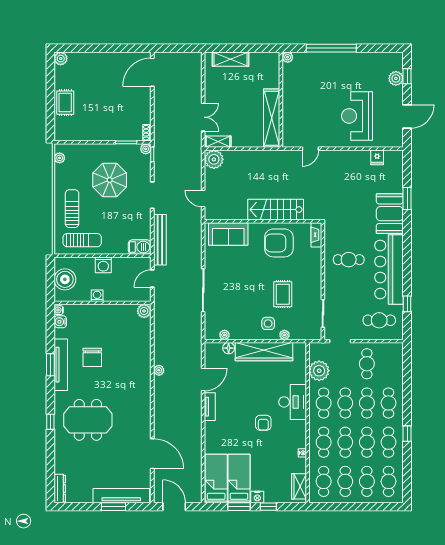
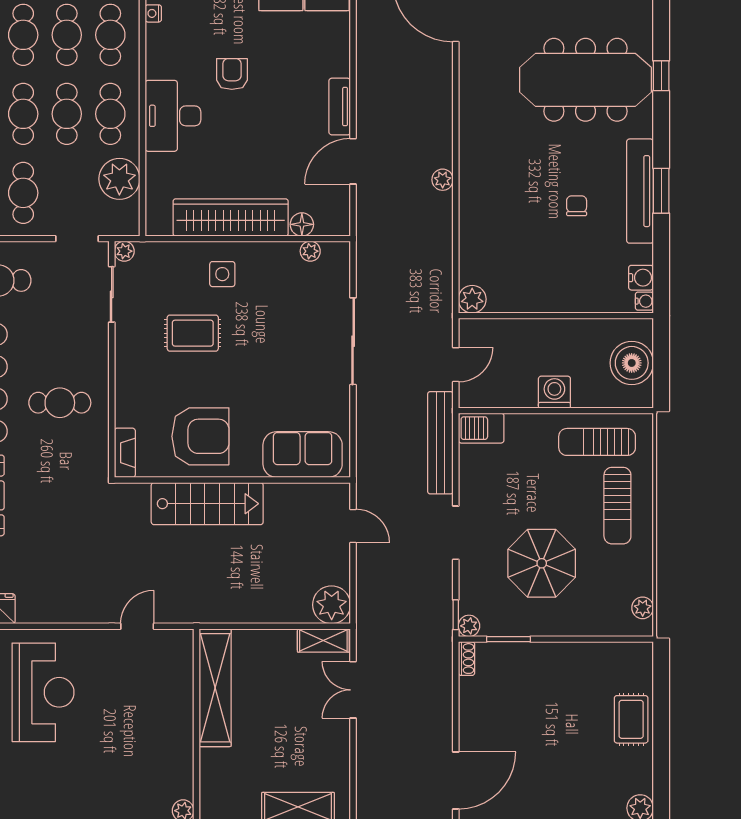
rug: (283, 294) -> (193, 333), turned 90
washing machine: (97, 296) -> (567, 330), removed
plant: (284, 335) -> (124, 251), moved
chair: (92, 357) -> (577, 206), width x0.54, depth x0.54
meeting table: (88, 420) -> (585, 80), width x1.36

